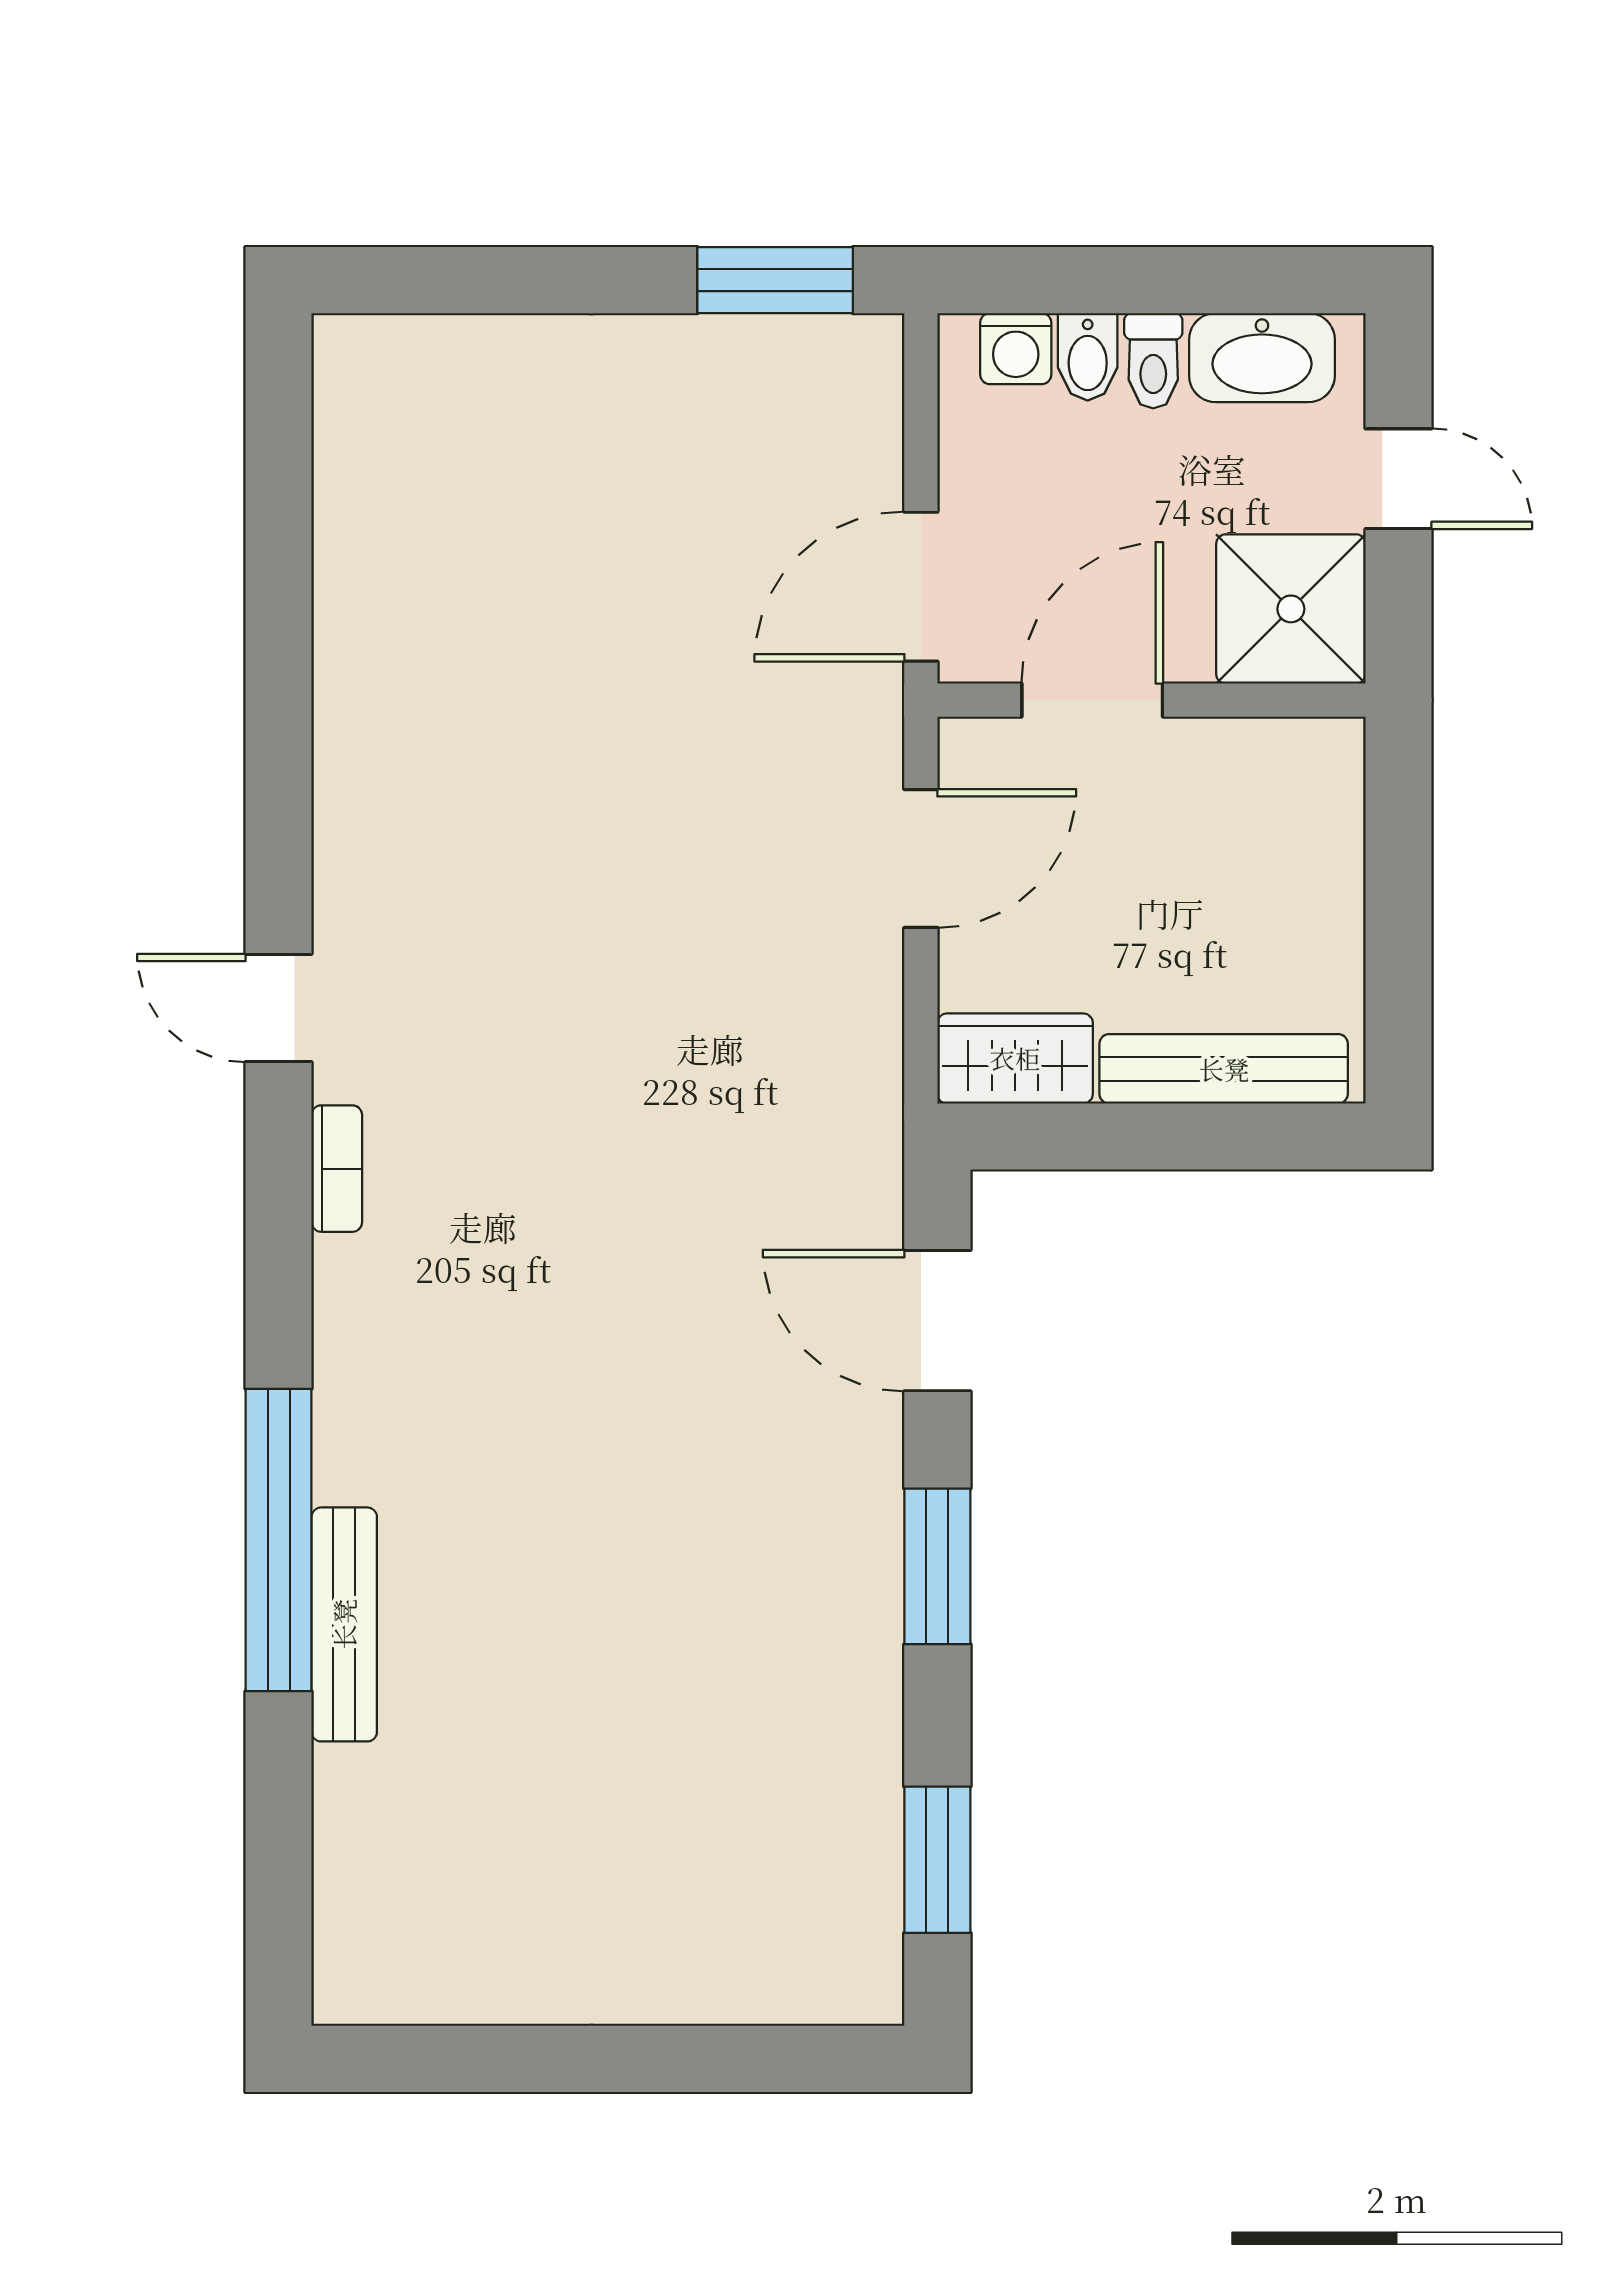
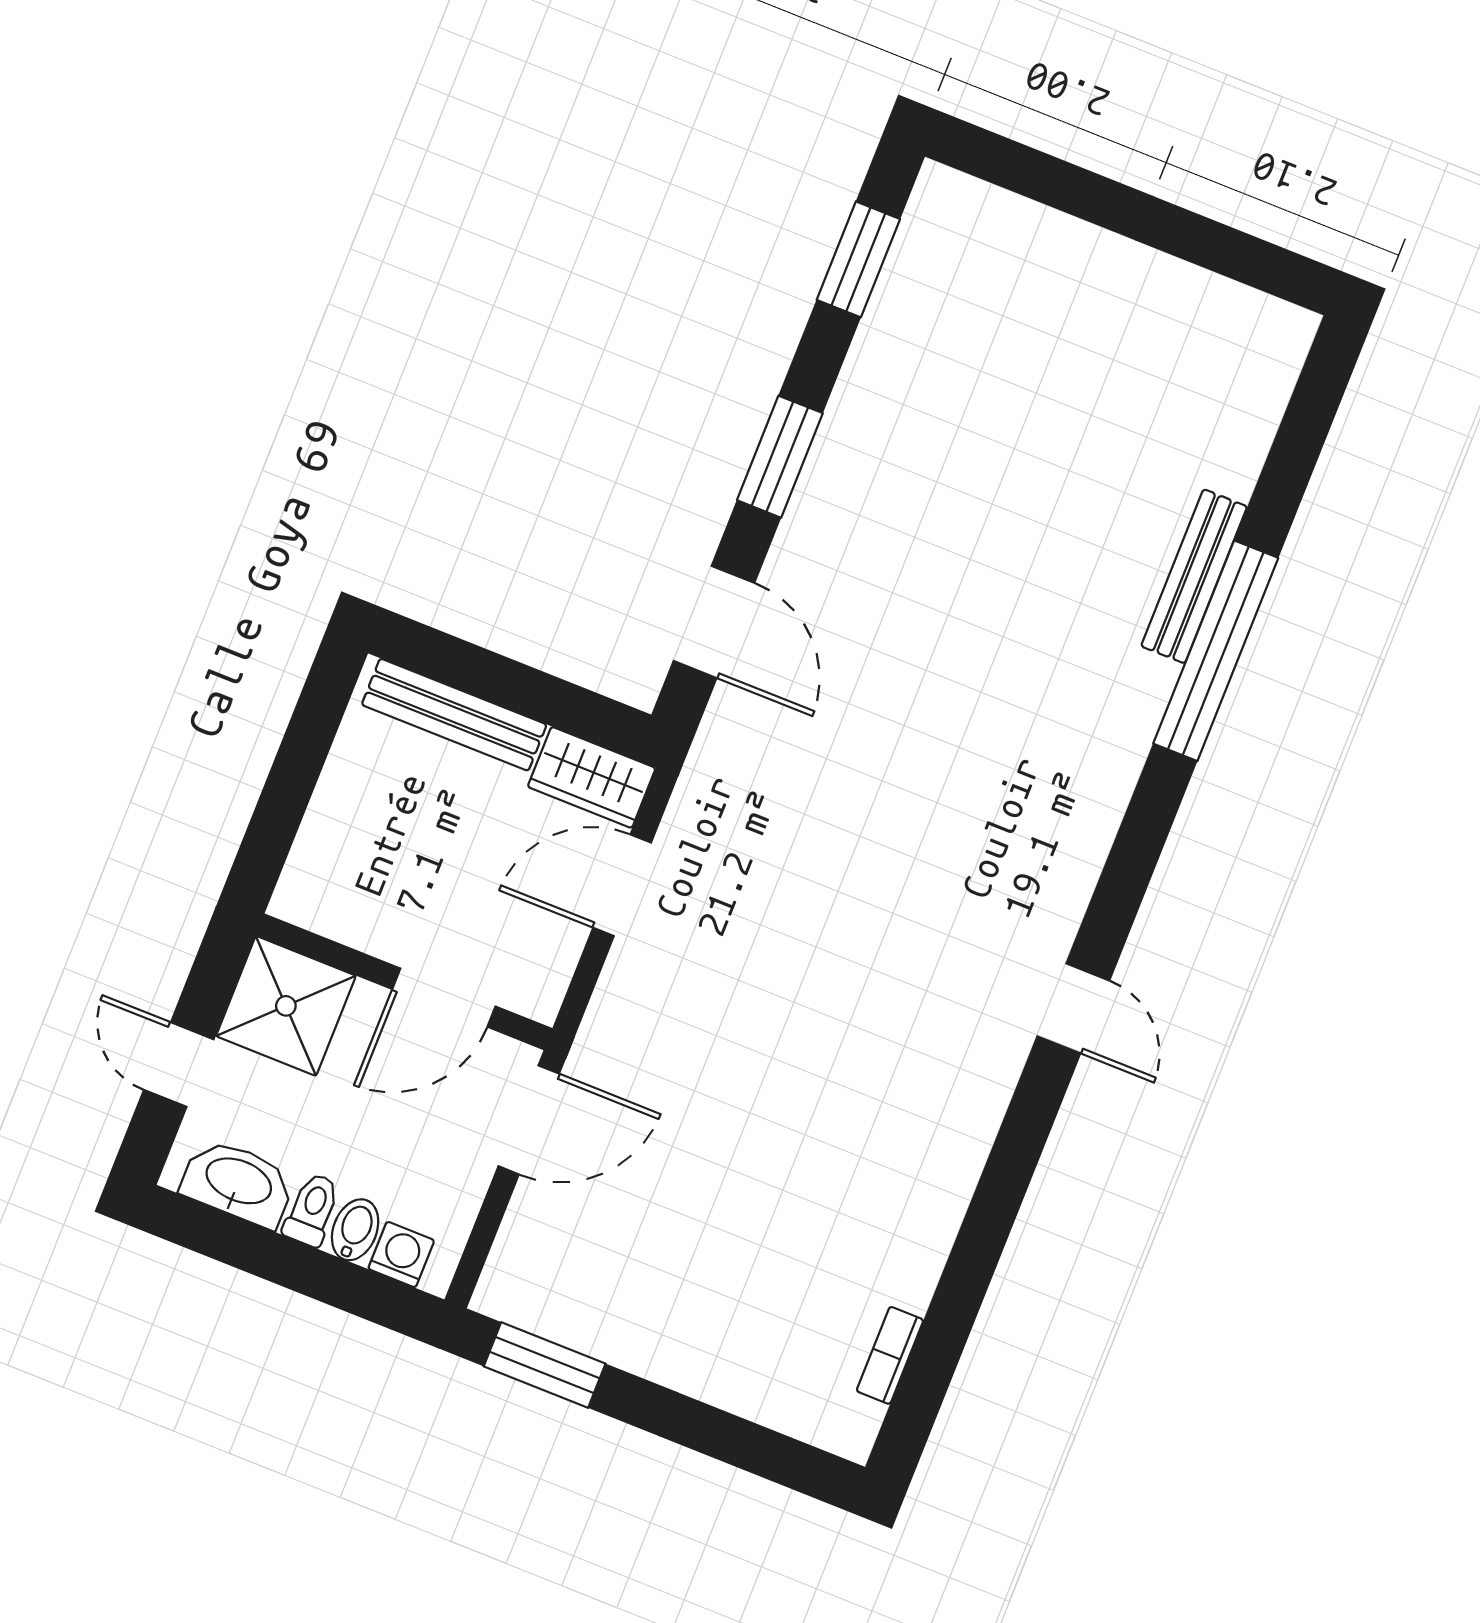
door: (921, 858) -> (622, 885), moved
bookcase: (337, 1169) -> (890, 1355), moved

